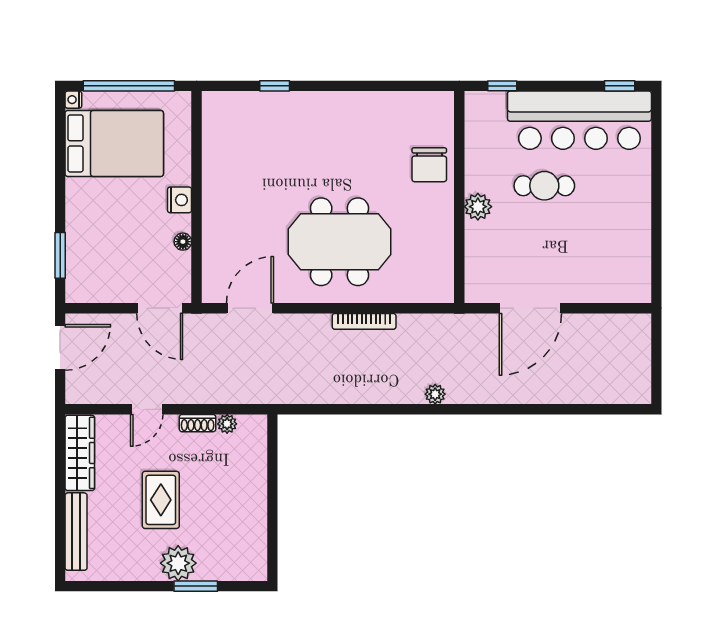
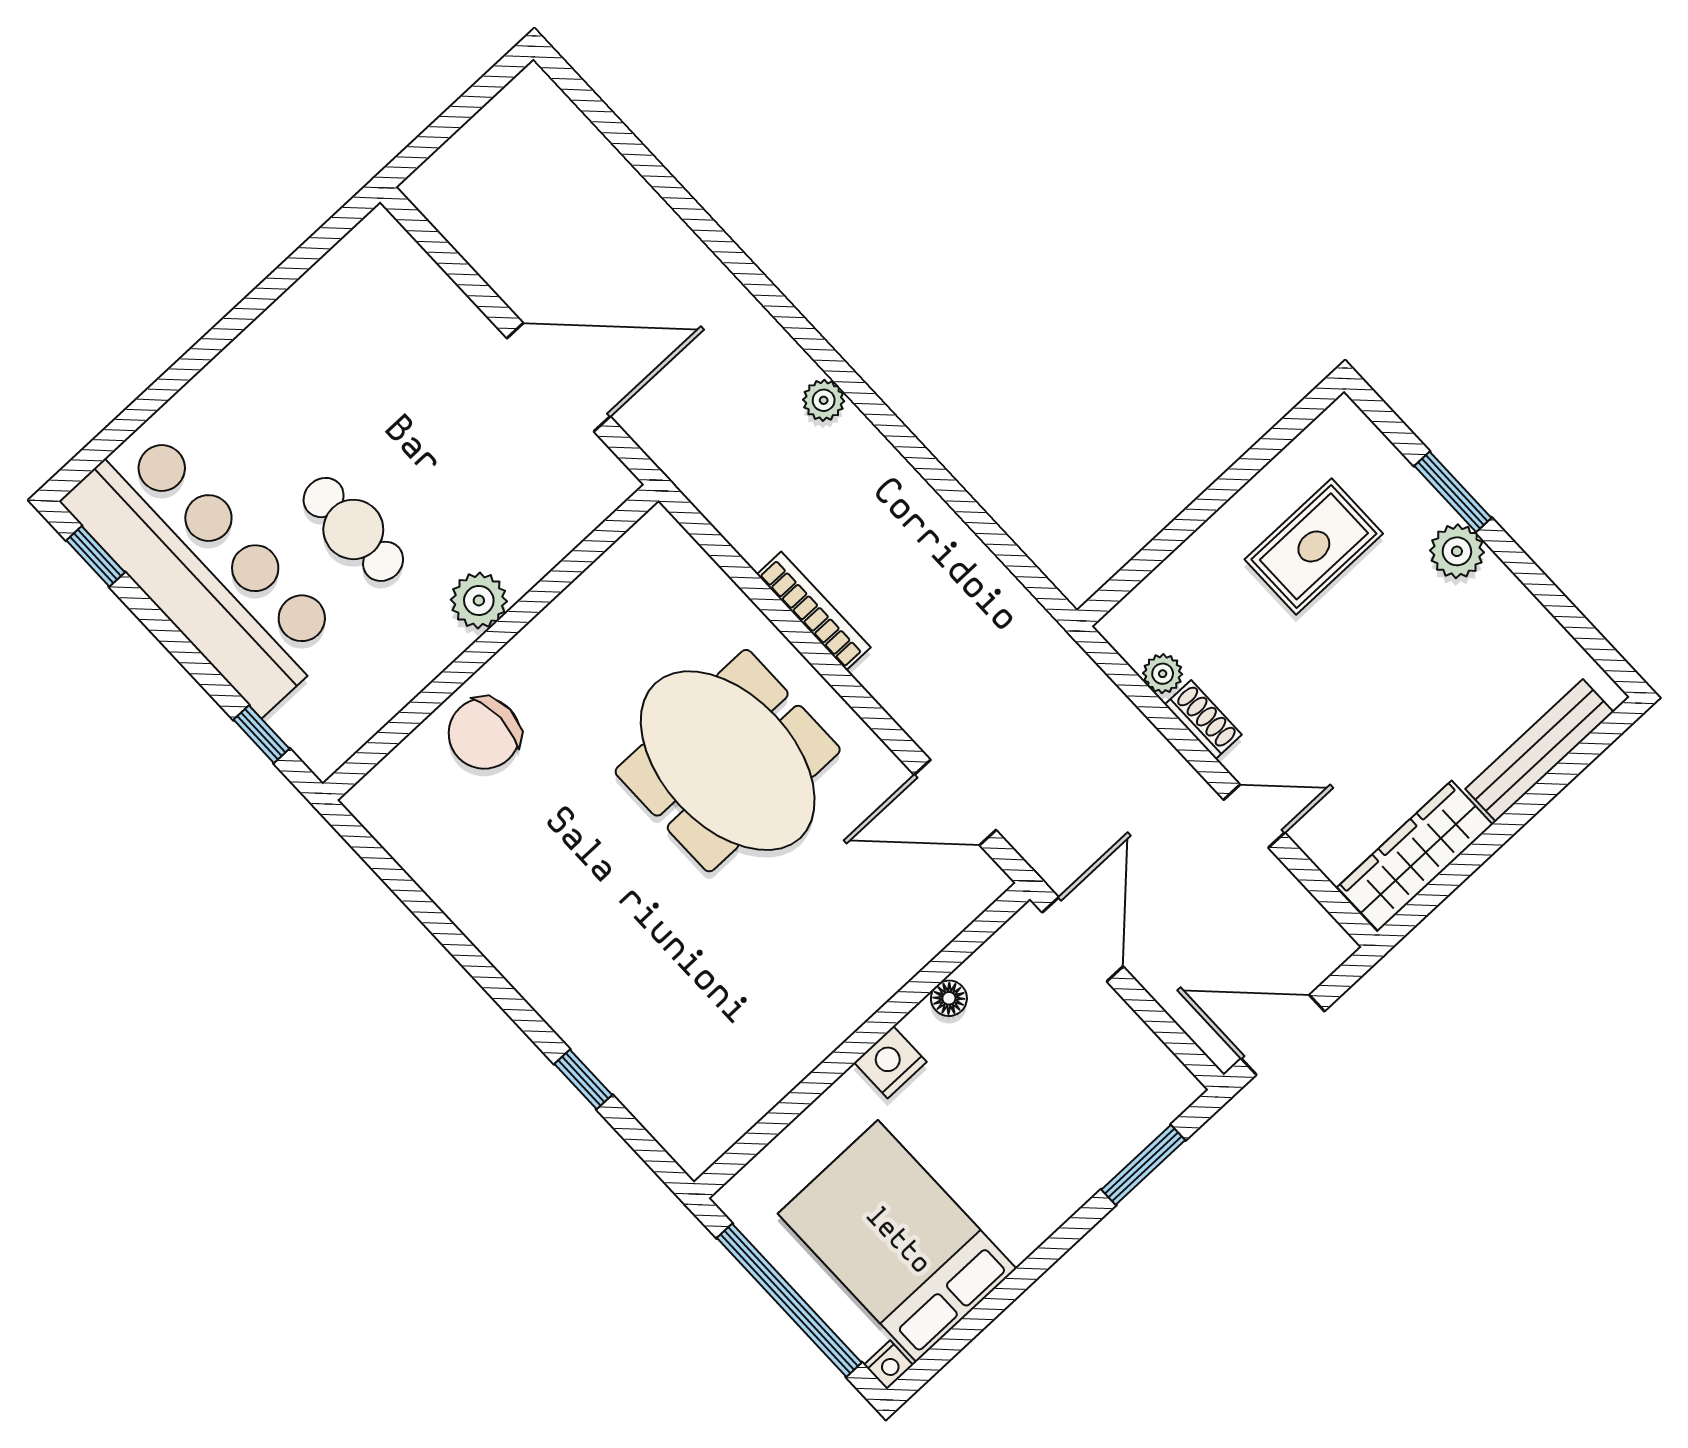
chair: (429, 165) -> (484, 733), turned 180
rug: (161, 500) -> (1314, 546), moved
plant: (178, 563) -> (1457, 551), width x0.73, depth x0.73

